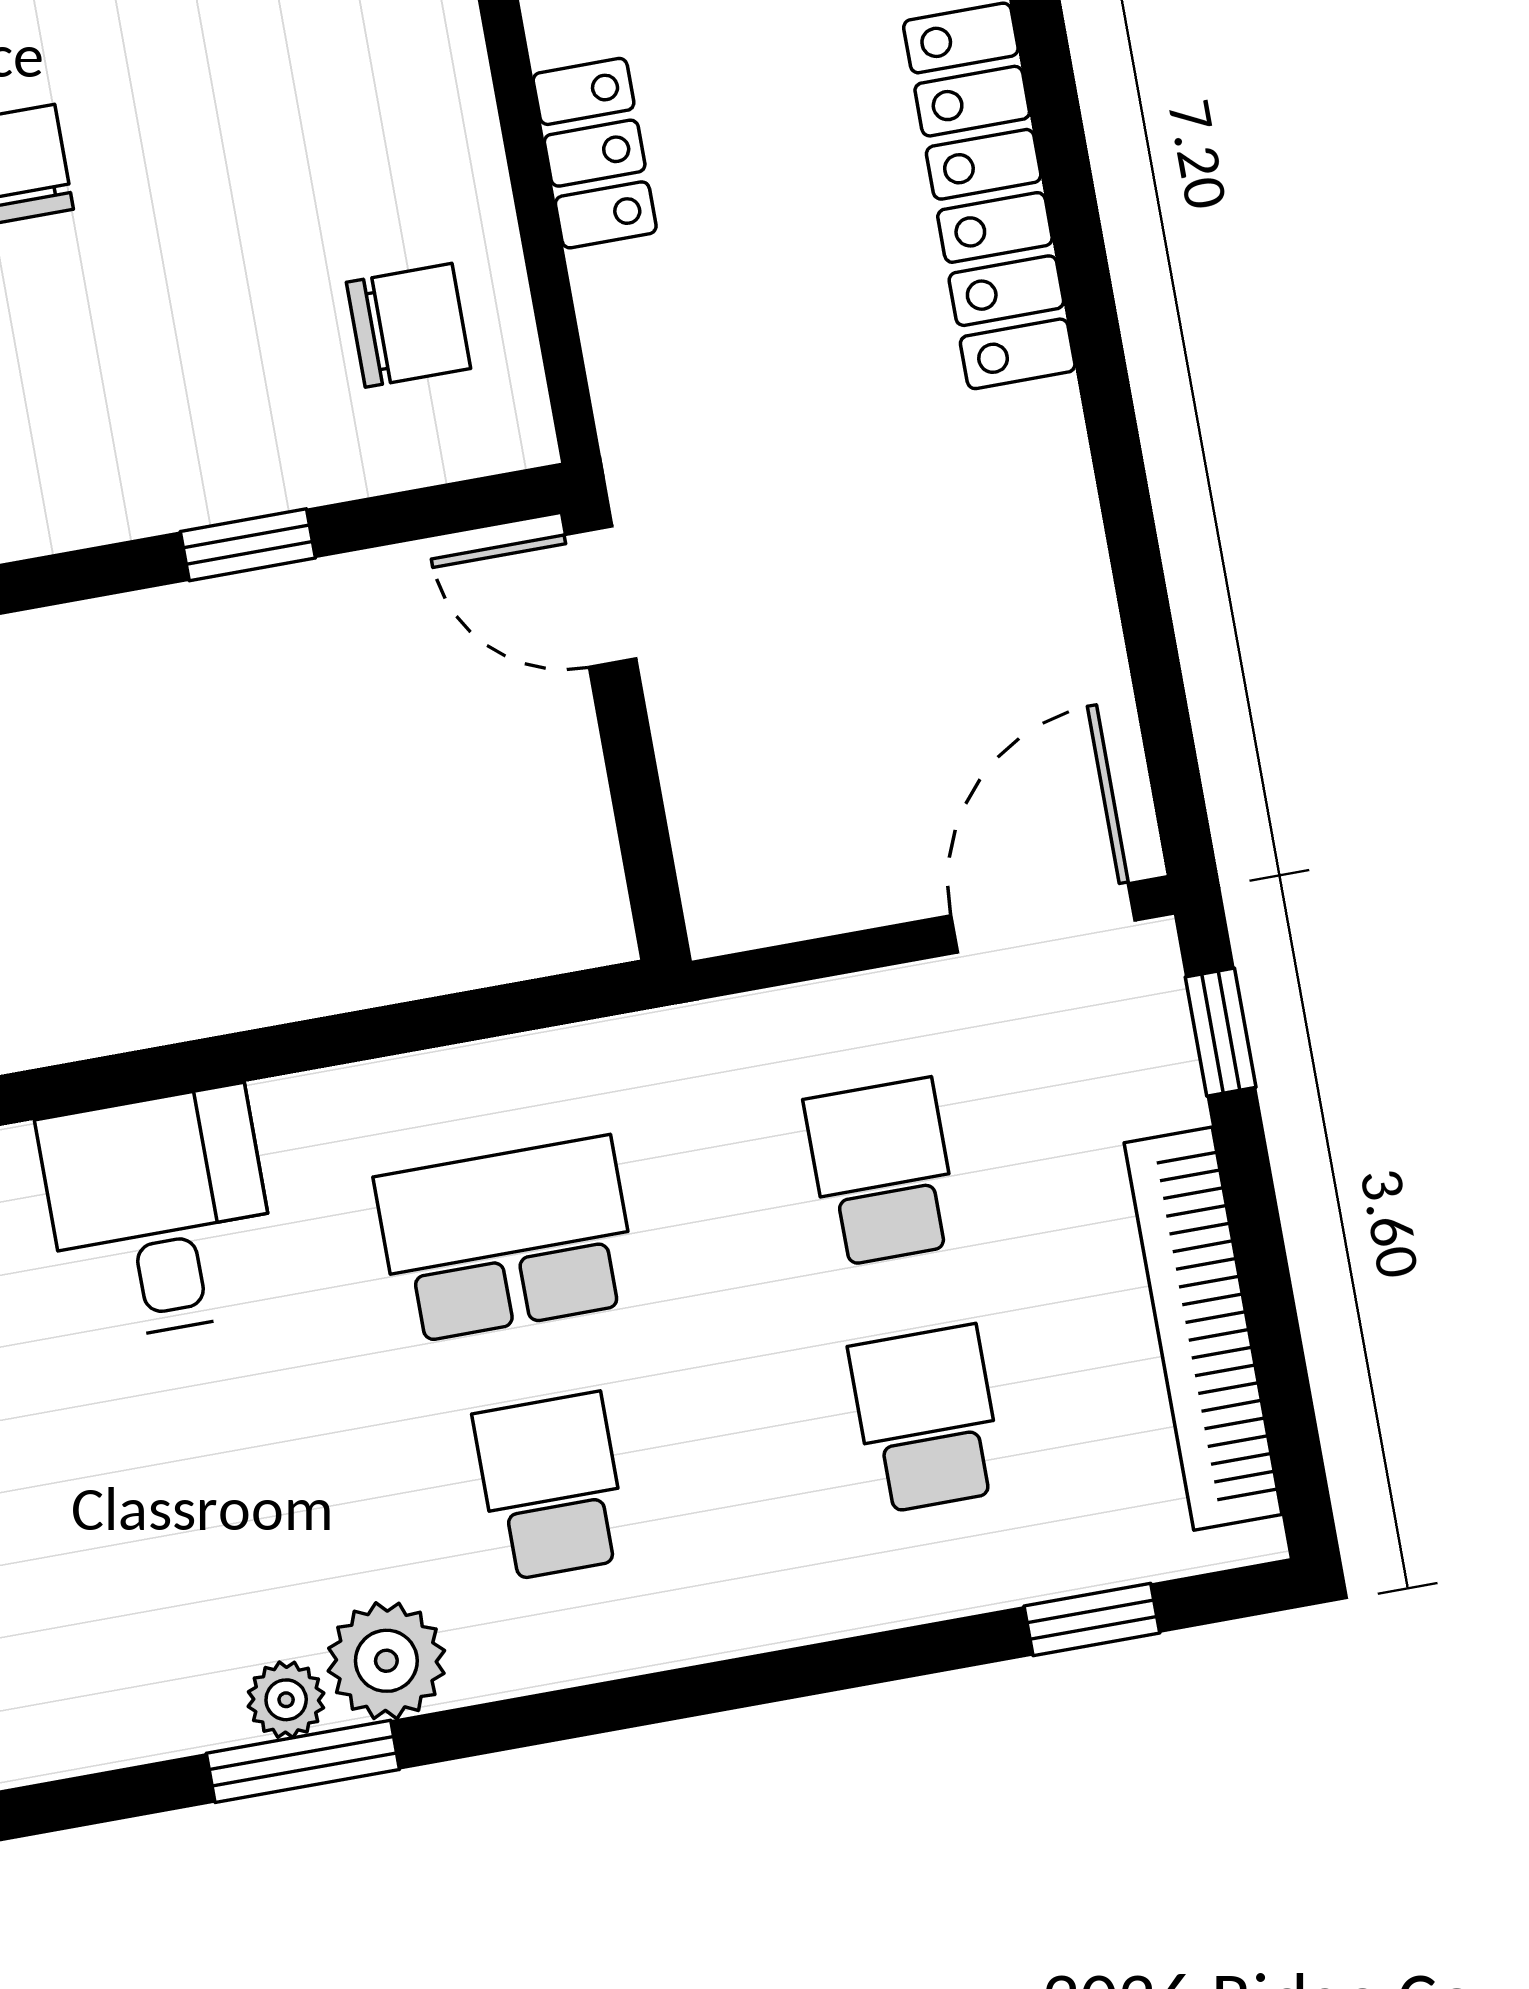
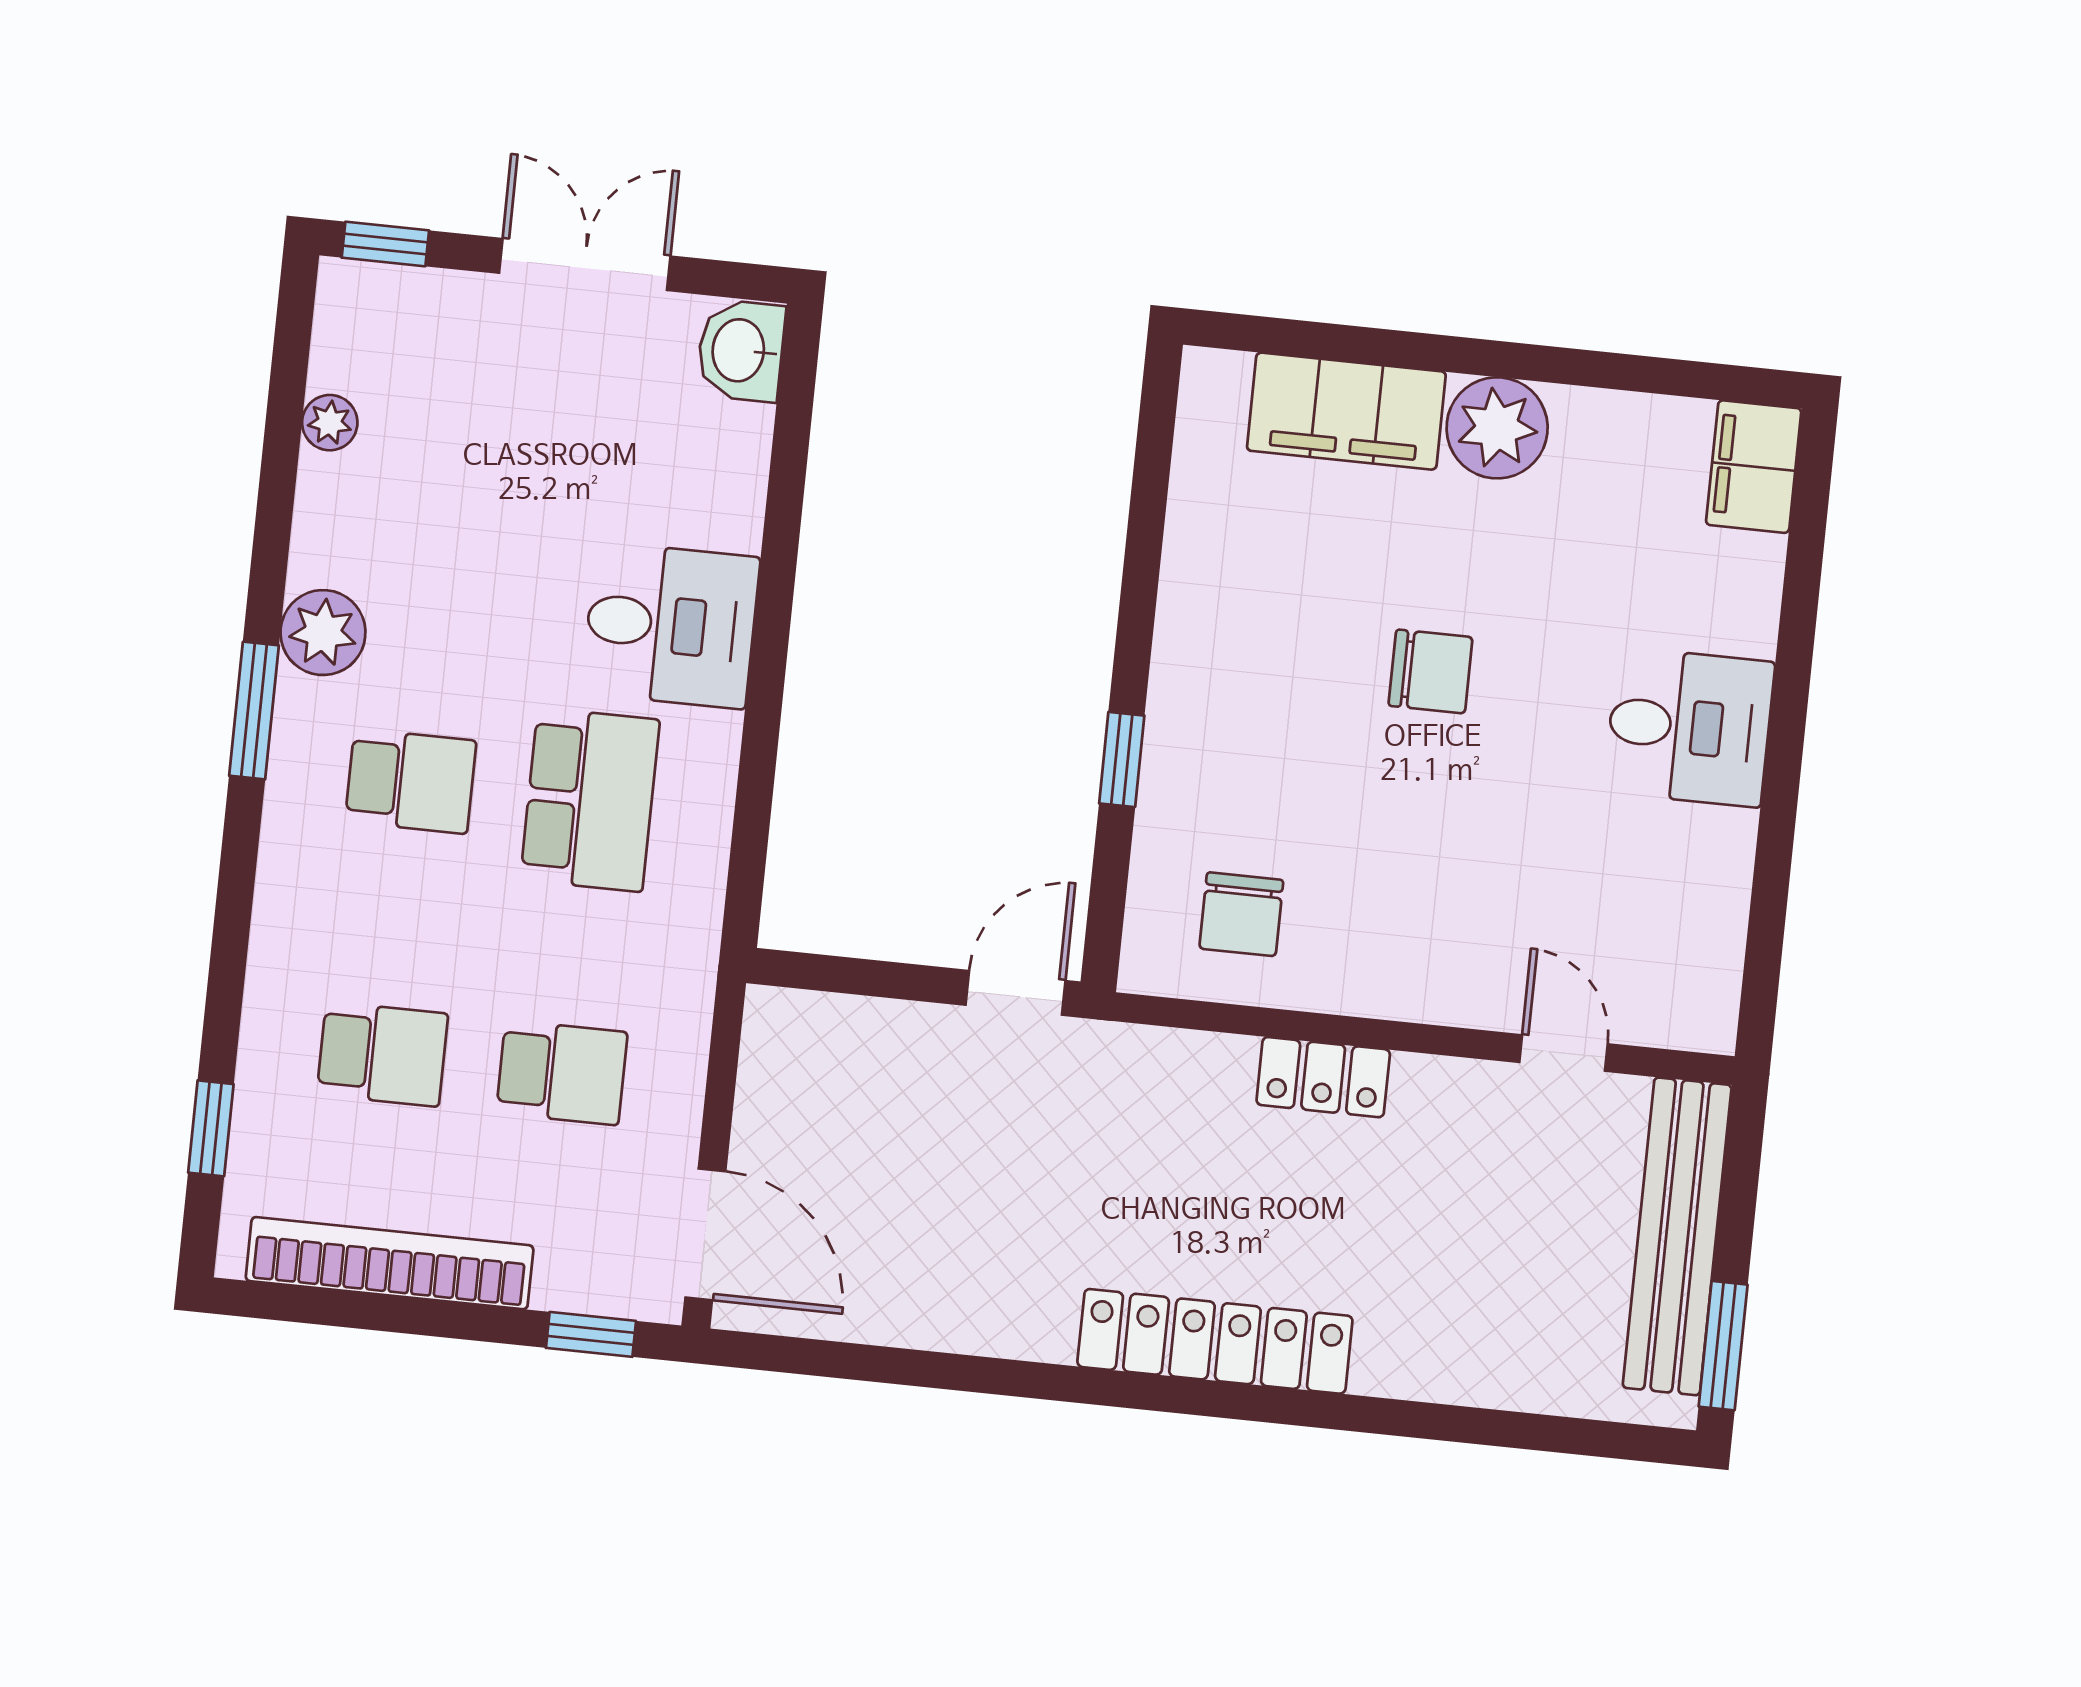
desk: (160, 1214) -> (671, 625), moved
plant: (286, 1700) -> (330, 423), moved
window: (303, 1761) -> (254, 711), moved

